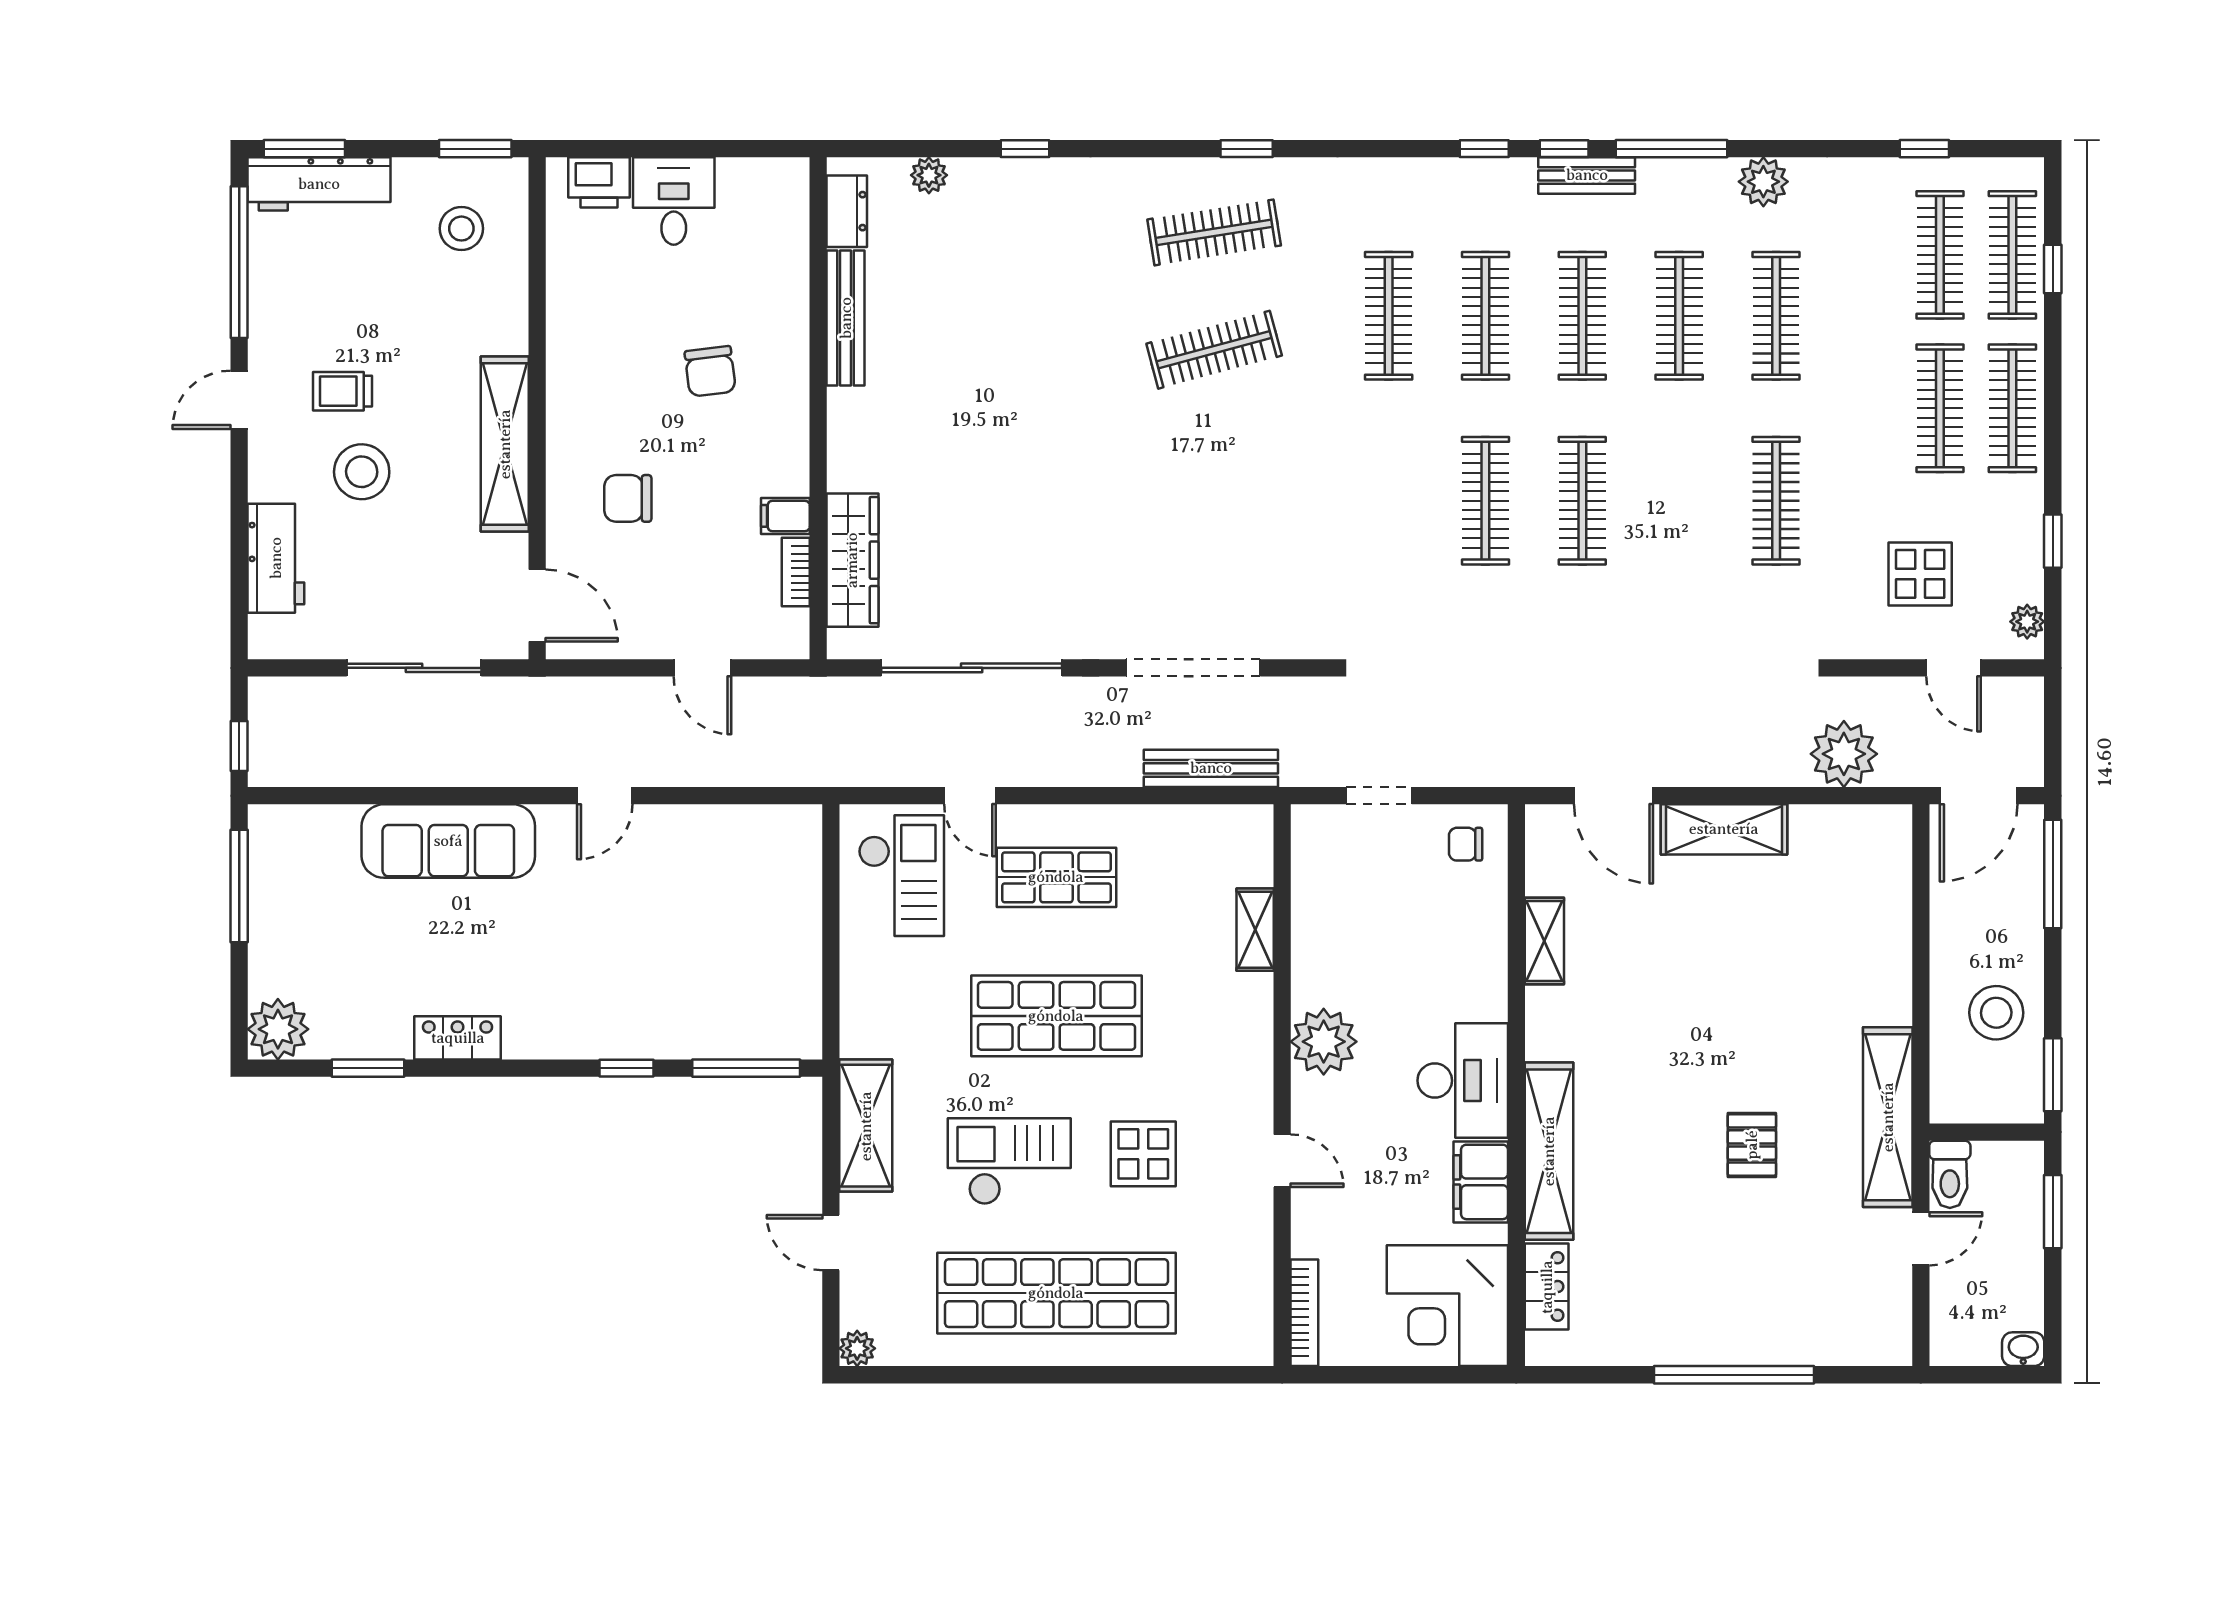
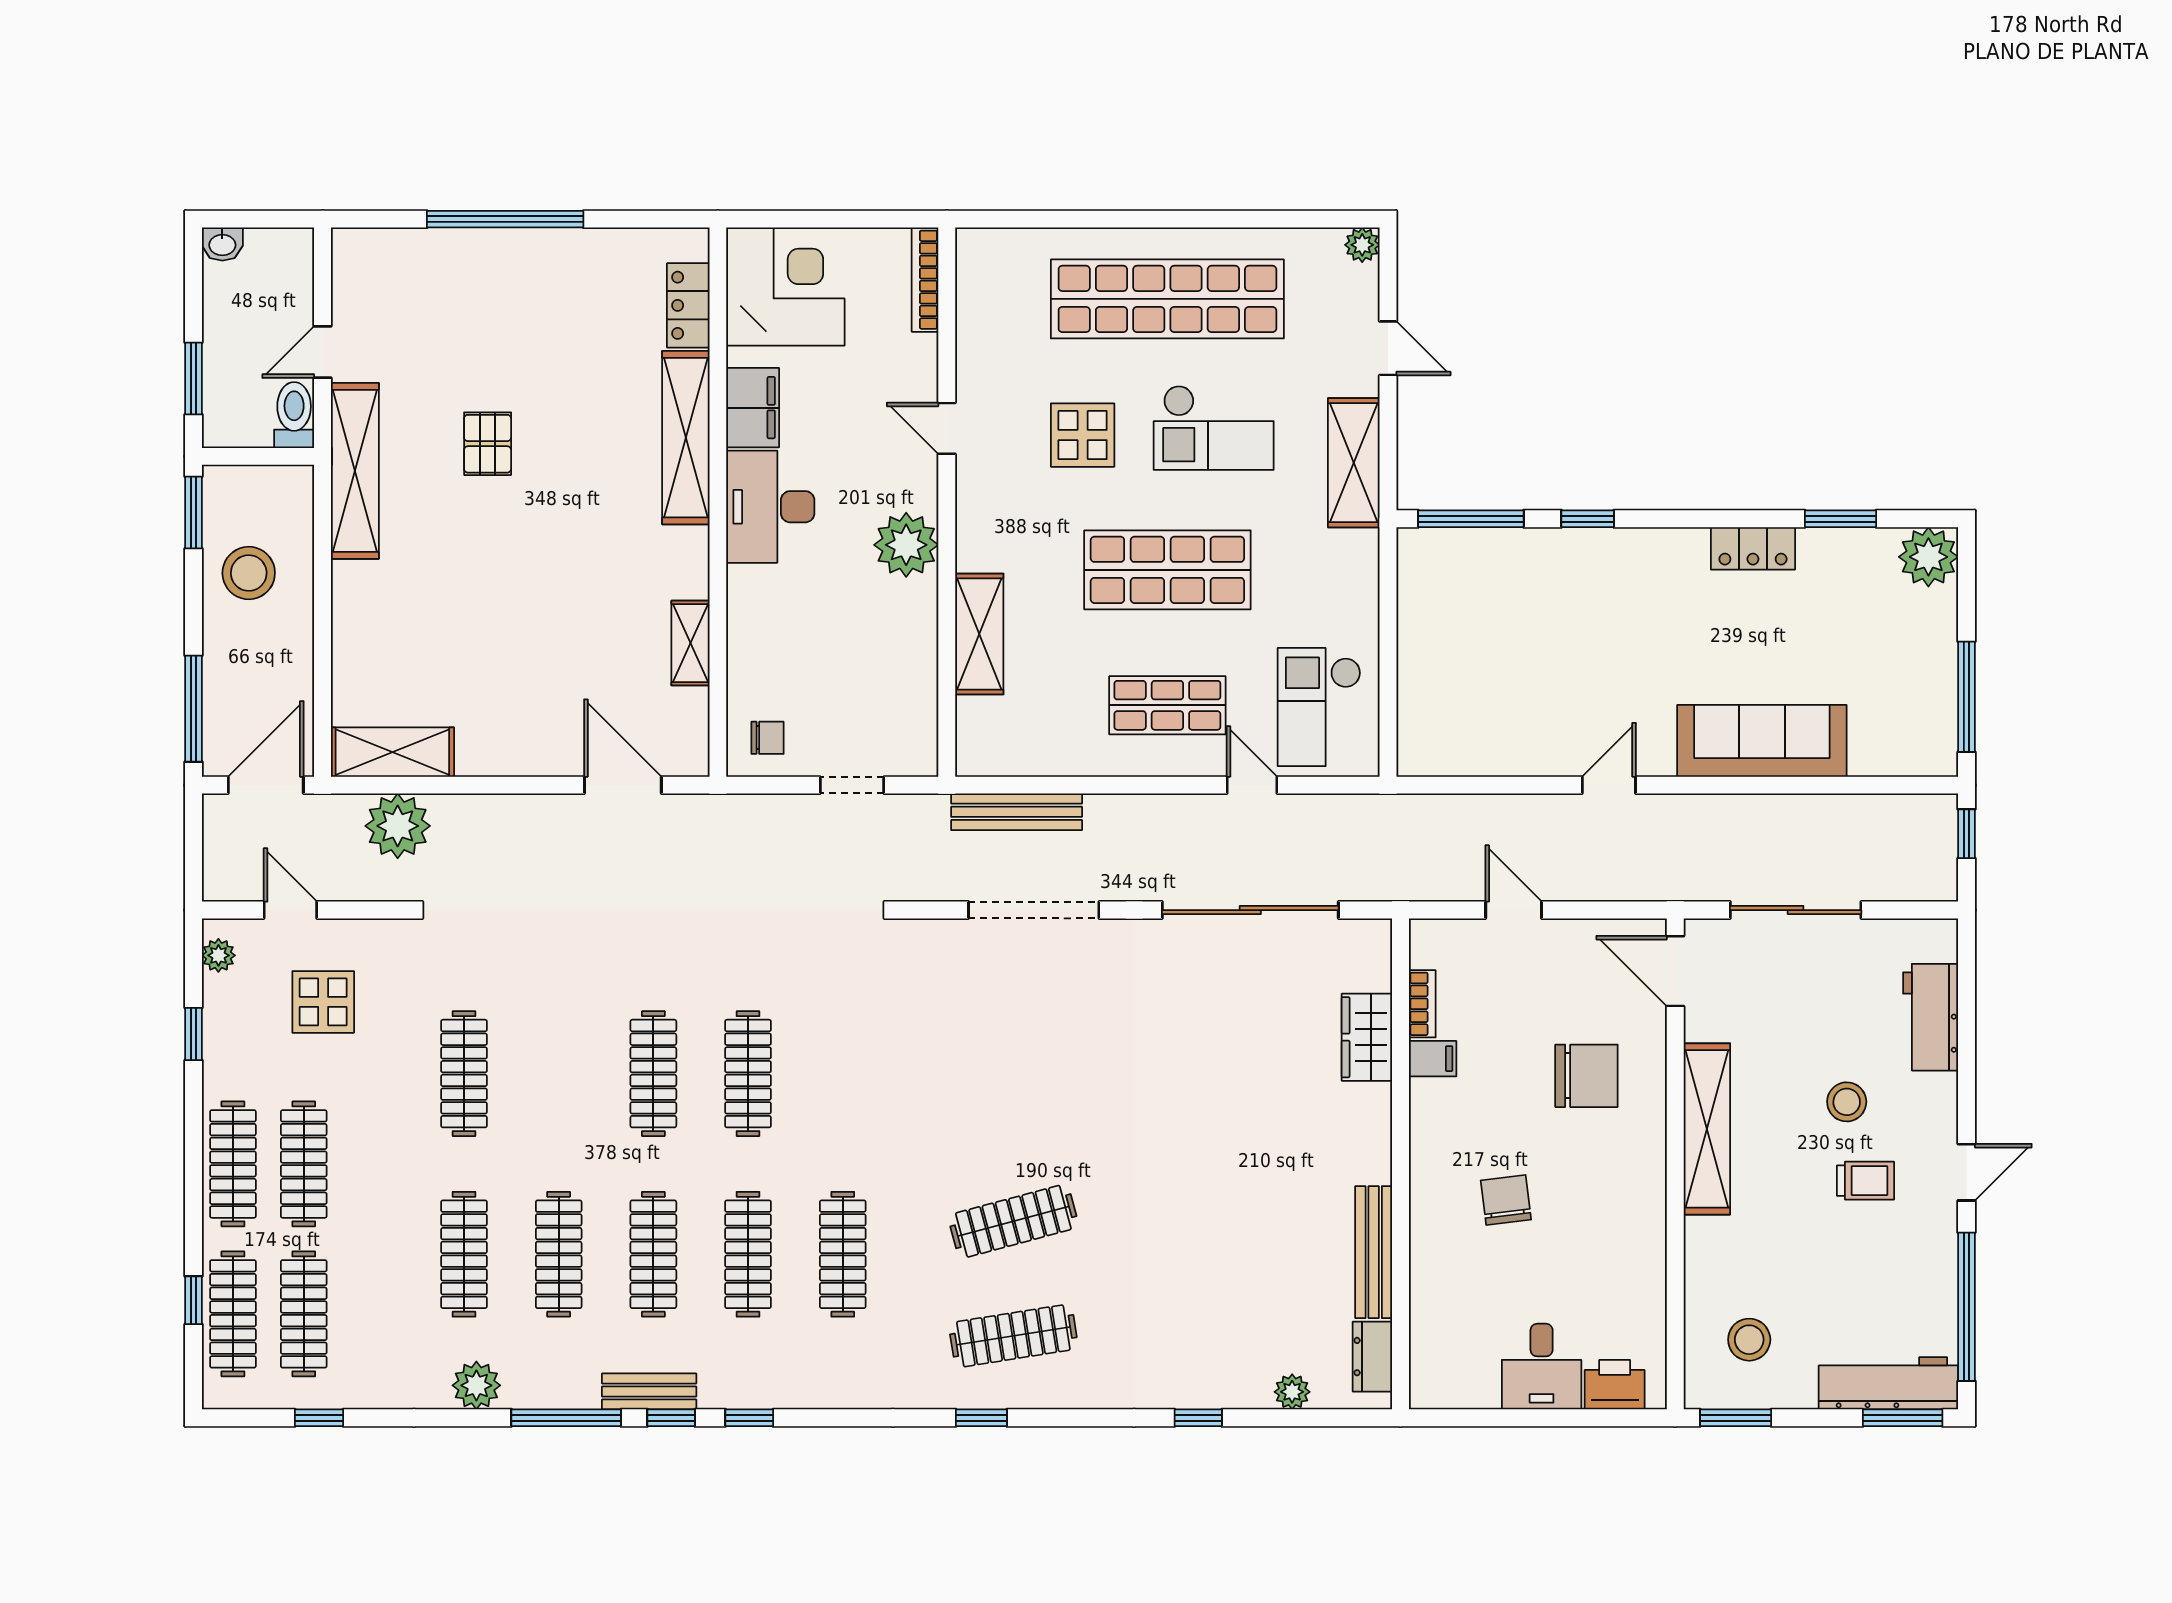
stool: (362, 472) -> (1847, 1102), width x0.73, depth x0.73
chair: (628, 498) -> (1586, 1076), width x1.37, depth x1.37
wardrobe: (852, 560) -> (1367, 1037), width x0.67
shelving: (1724, 829) -> (392, 752), moved
shelving: (1255, 930) -> (979, 634), width x1.50, depth x1.33

